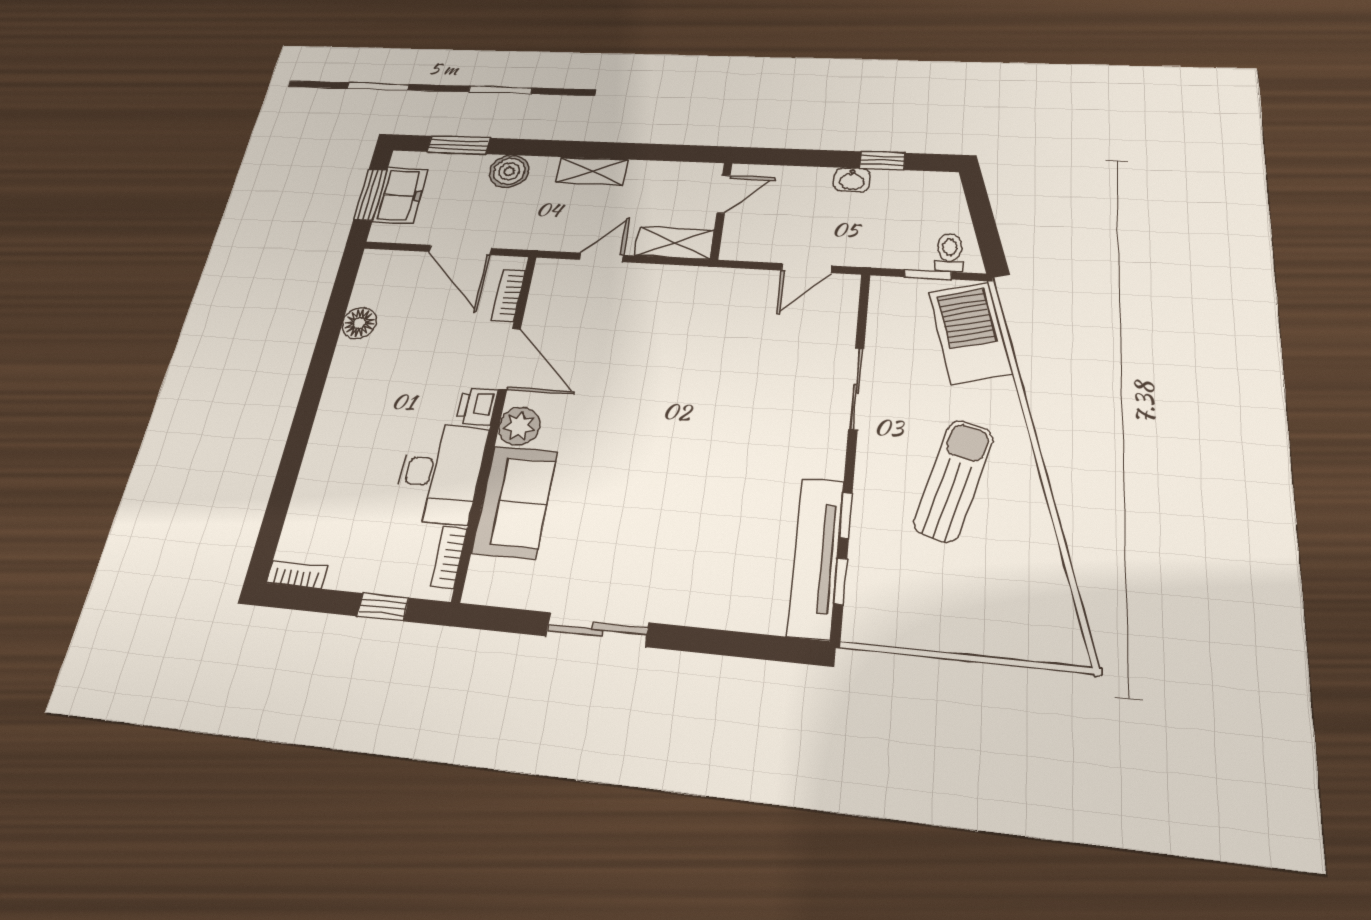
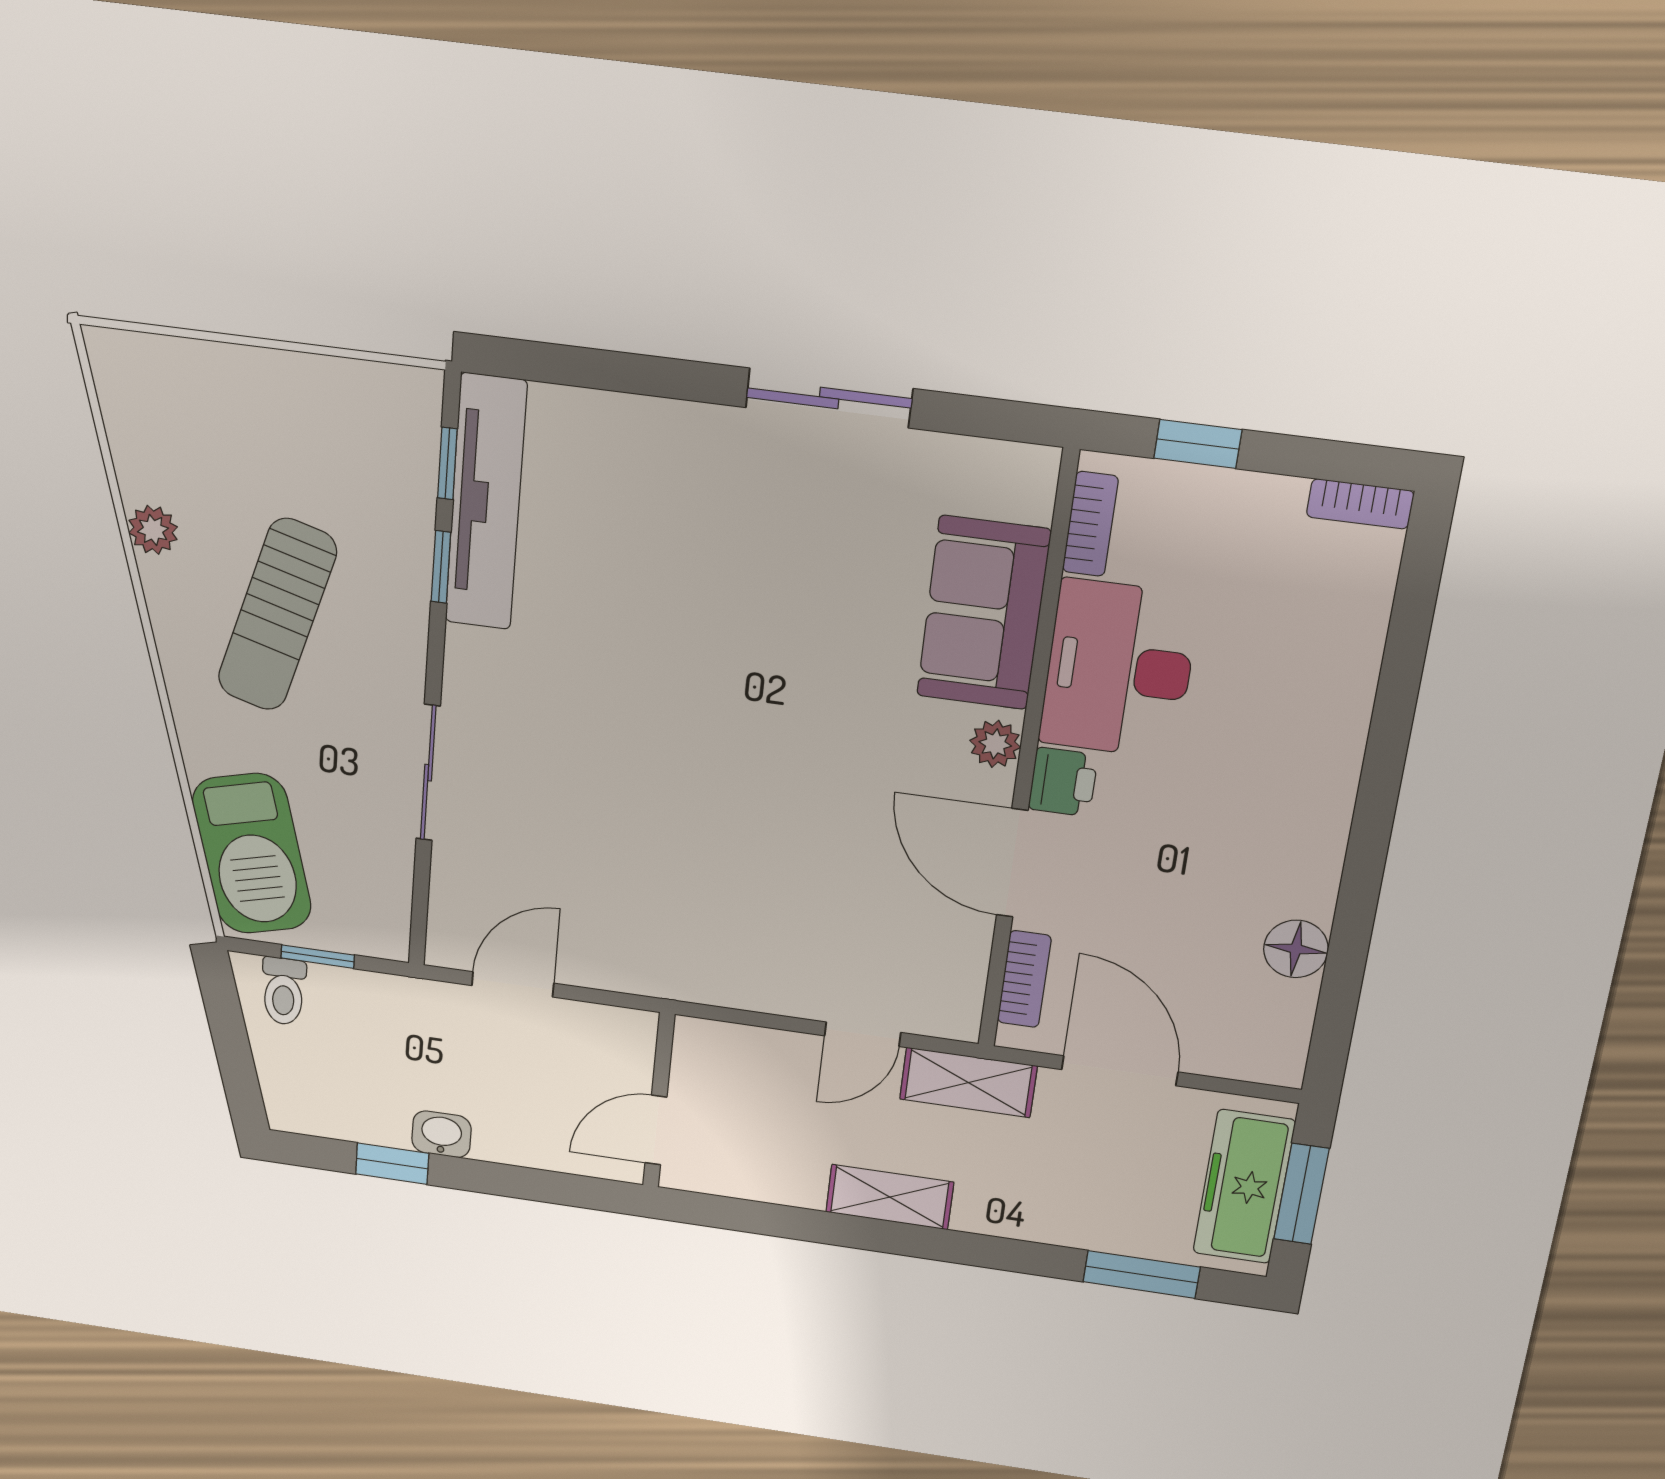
boiler: (509, 171) -> (1041, 1213), removed
freezer: (400, 195) -> (1244, 1187), width x1.40
shelving: (674, 243) -> (968, 1082), moved
plant: (519, 426) -> (995, 744), width x0.73, depth x0.73
plant: (1038, 531) -> (153, 530), added

